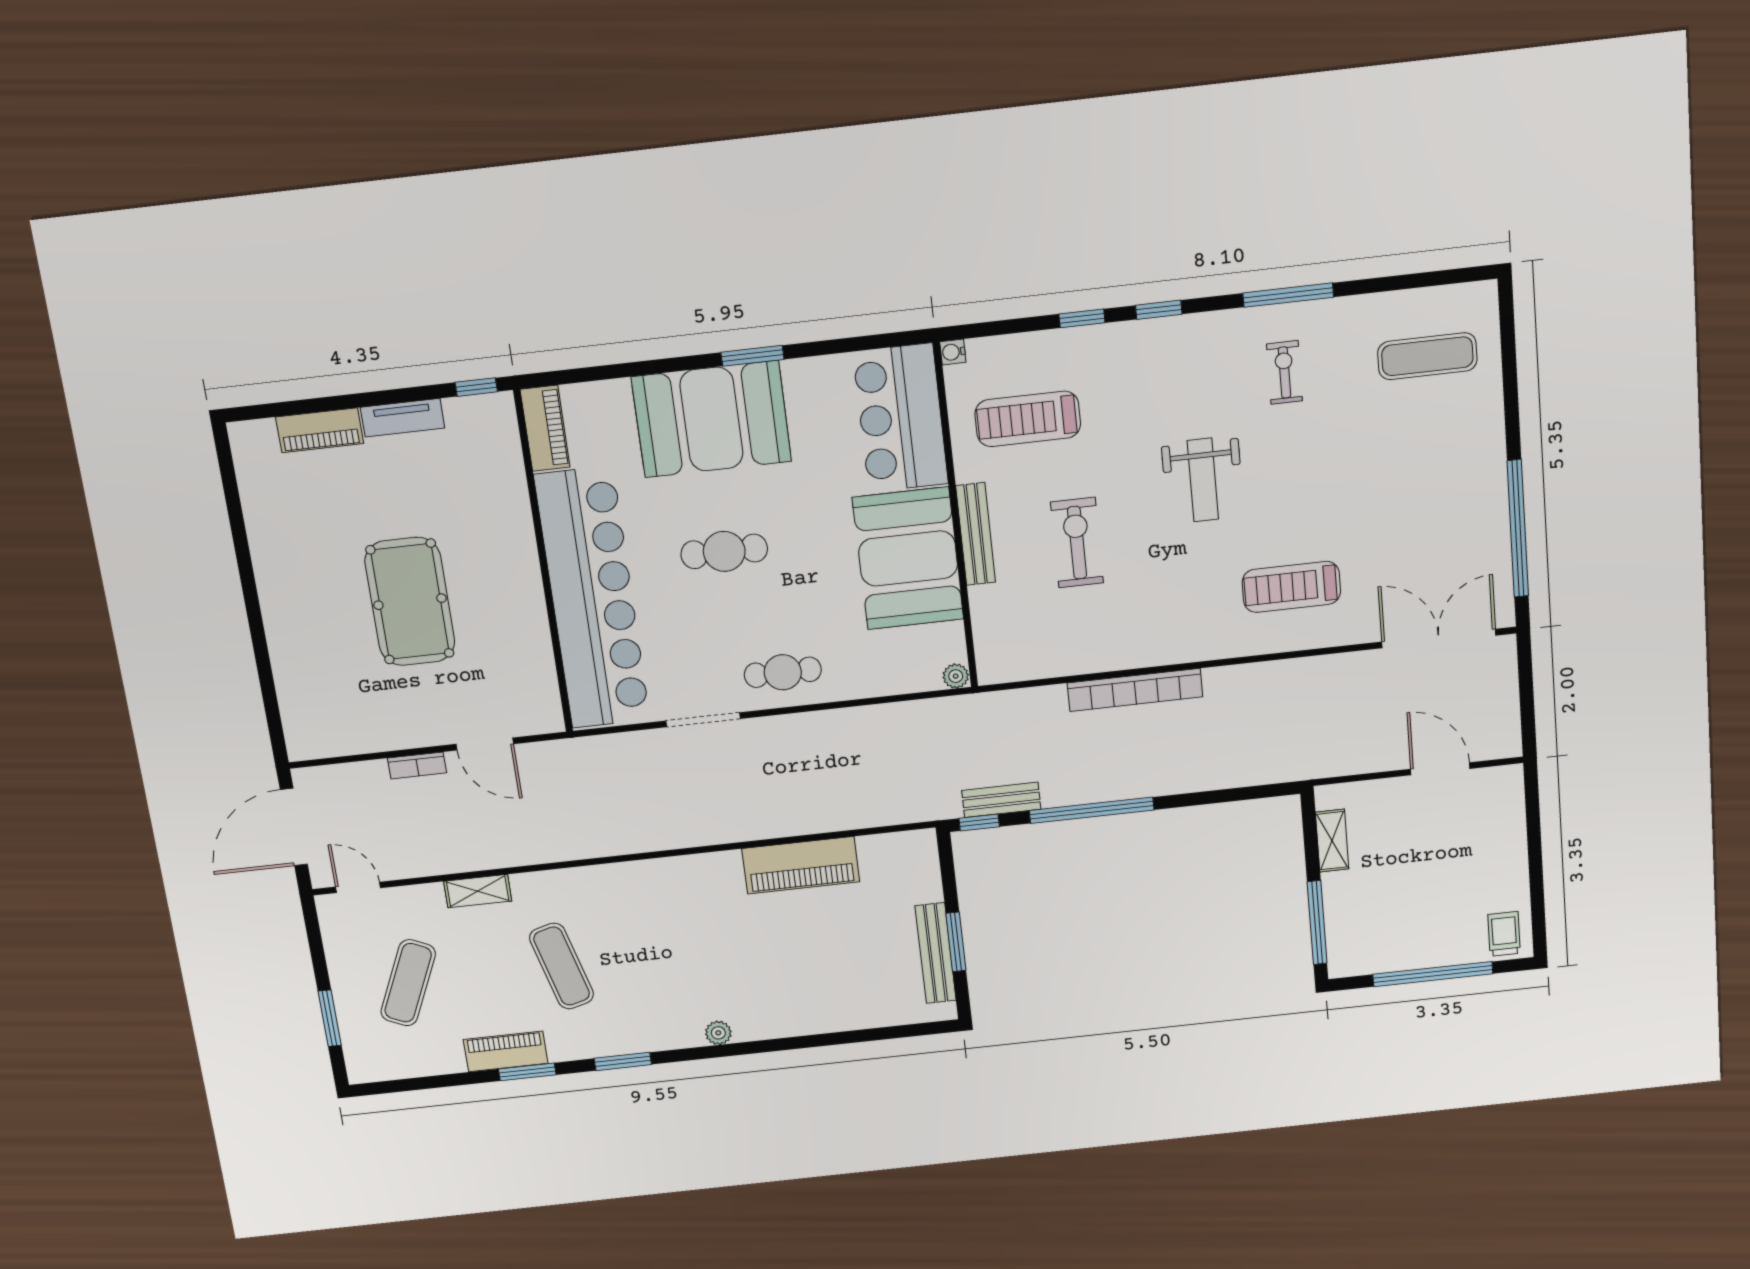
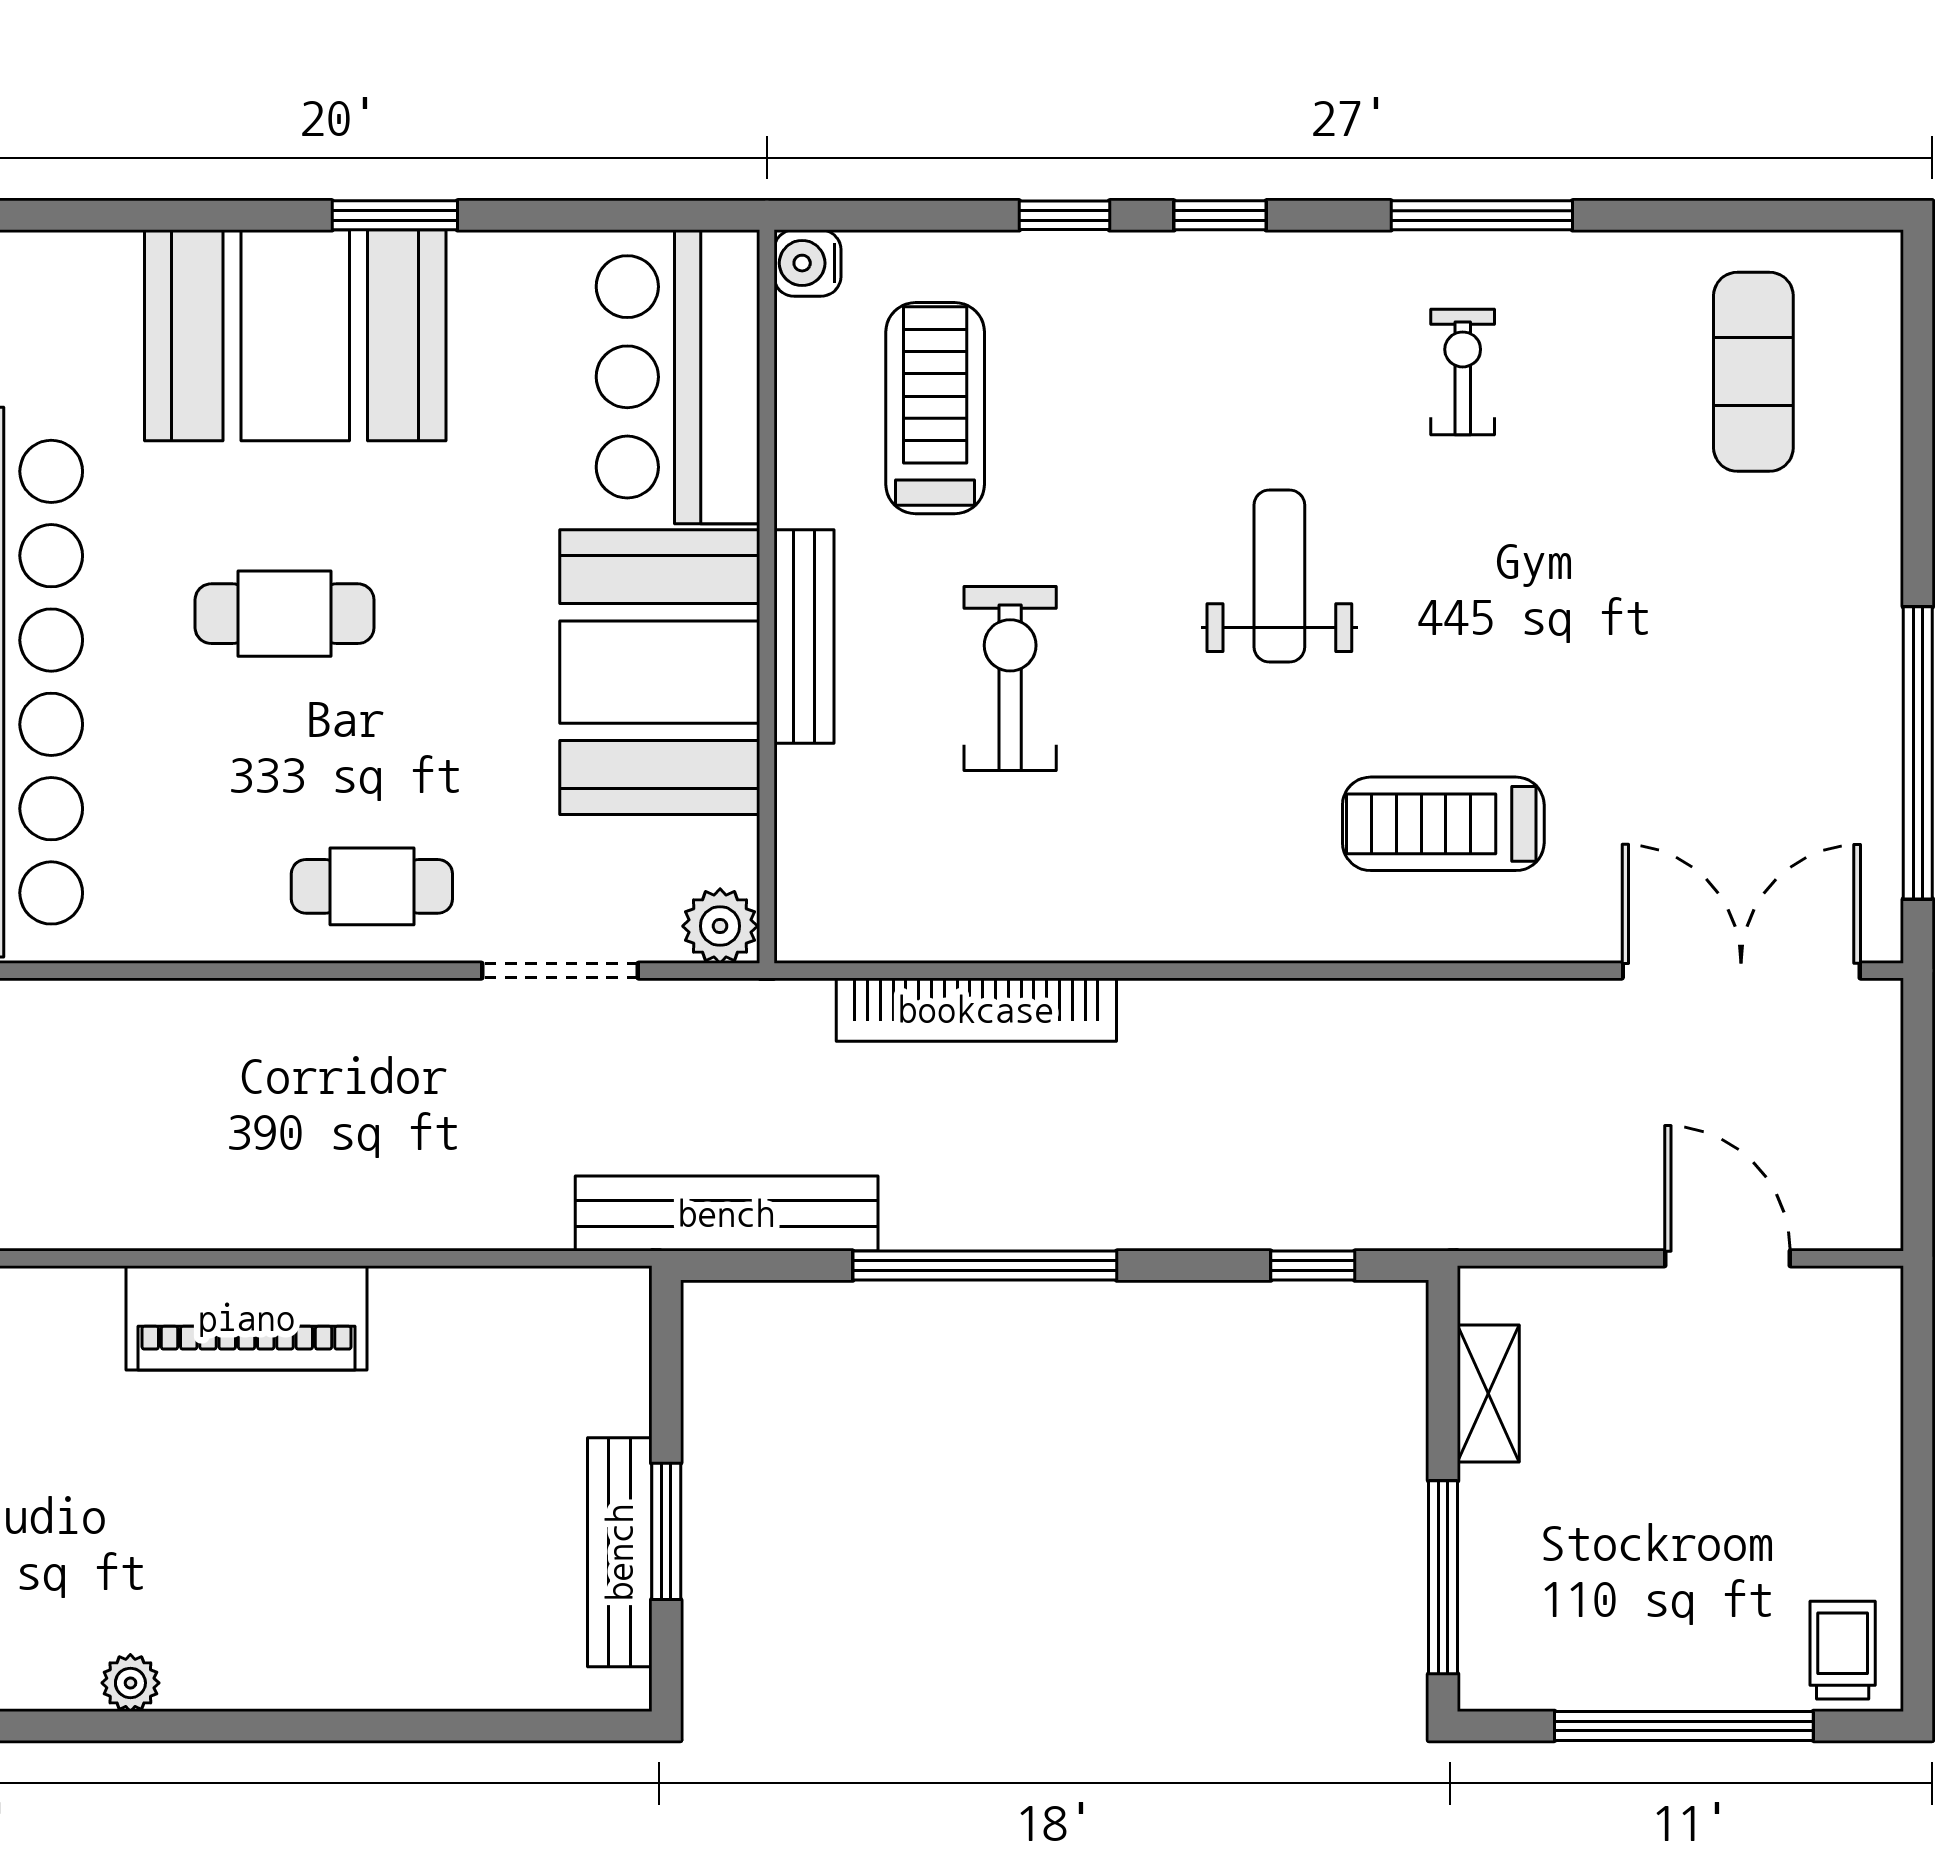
water cooler: (953, 352) -> (807, 263), width x1.38, depth x1.38
exercise mat: (1427, 356) -> (1753, 372), turned 90
treadmill: (1028, 419) -> (935, 408), turned 90
weight bench: (1203, 480) -> (1279, 576), turned 180
plant: (956, 676) -> (720, 926), width x1.38, depth x1.38
bookcase: (1135, 690) -> (976, 1010), moved
doorway: (703, 720) -> (560, 971), moved
bench: (1001, 800) -> (727, 1214), width x1.86, depth x1.21
window: (979, 822) -> (1313, 1266), moved
piano: (801, 865) -> (247, 1318), moved

